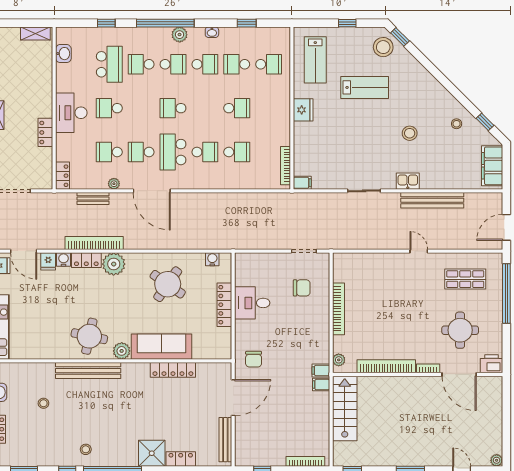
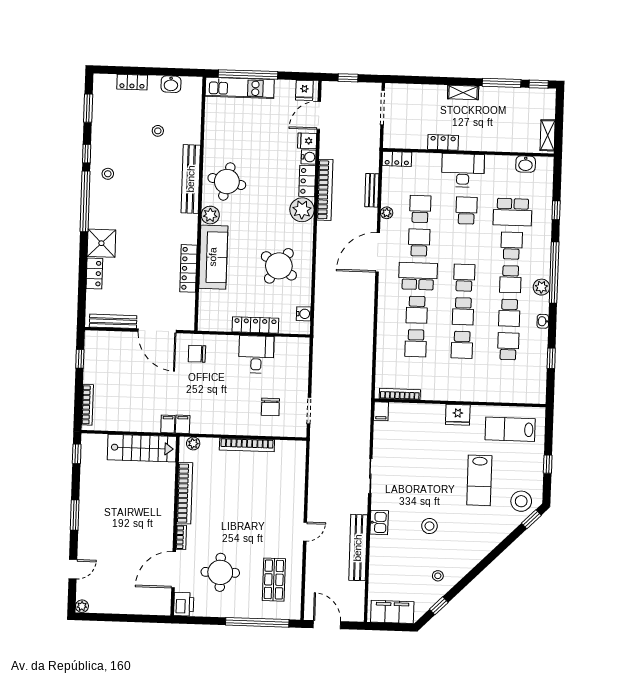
school desk: (269, 64) -> (463, 311), moved

